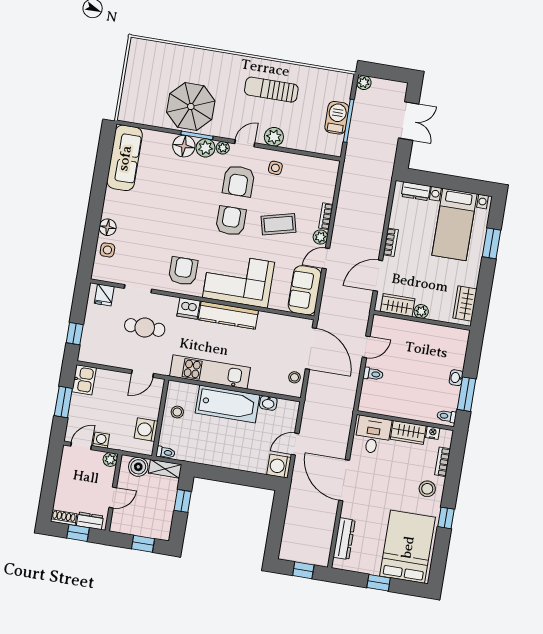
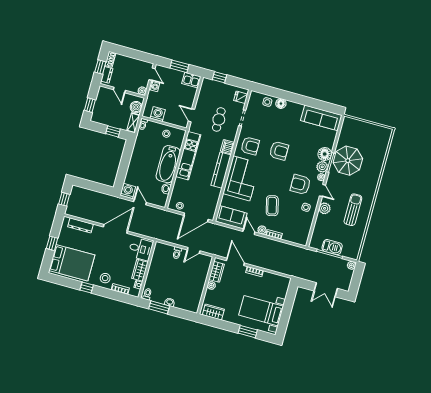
dresser: (416, 191) -> (283, 290), removed
armchair: (231, 221) -> (279, 151), moved
door: (366, 347) -> (194, 250), hinge flipped

